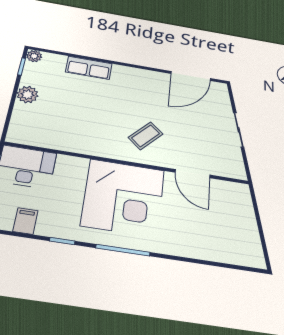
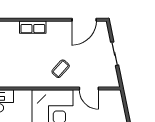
row of seats: (89, 68) -> (33, 27), moved

